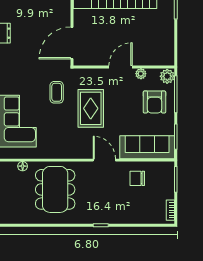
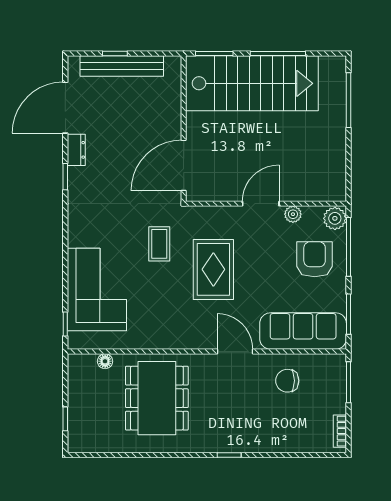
armchair: (154, 102) -> (315, 259), turned 180

